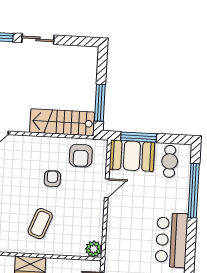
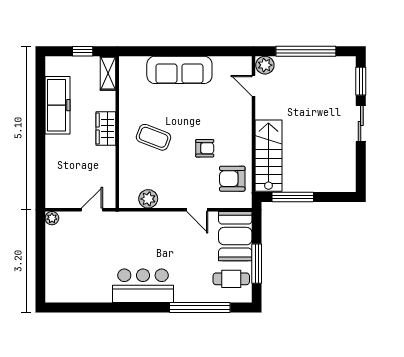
window: (139, 137) -> (257, 264), moved
plant: (94, 249) -> (148, 199), moved

